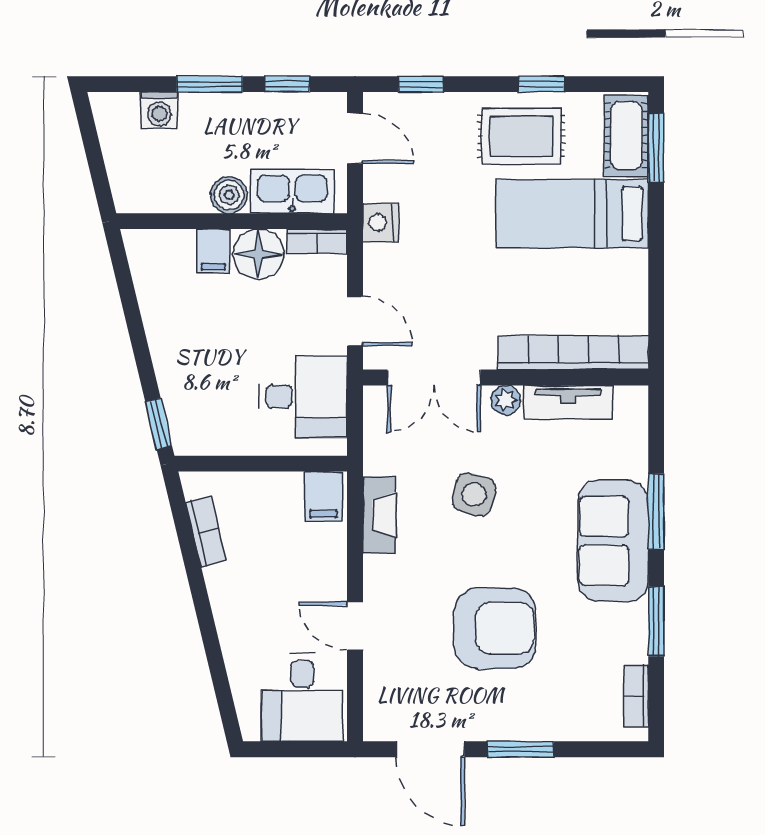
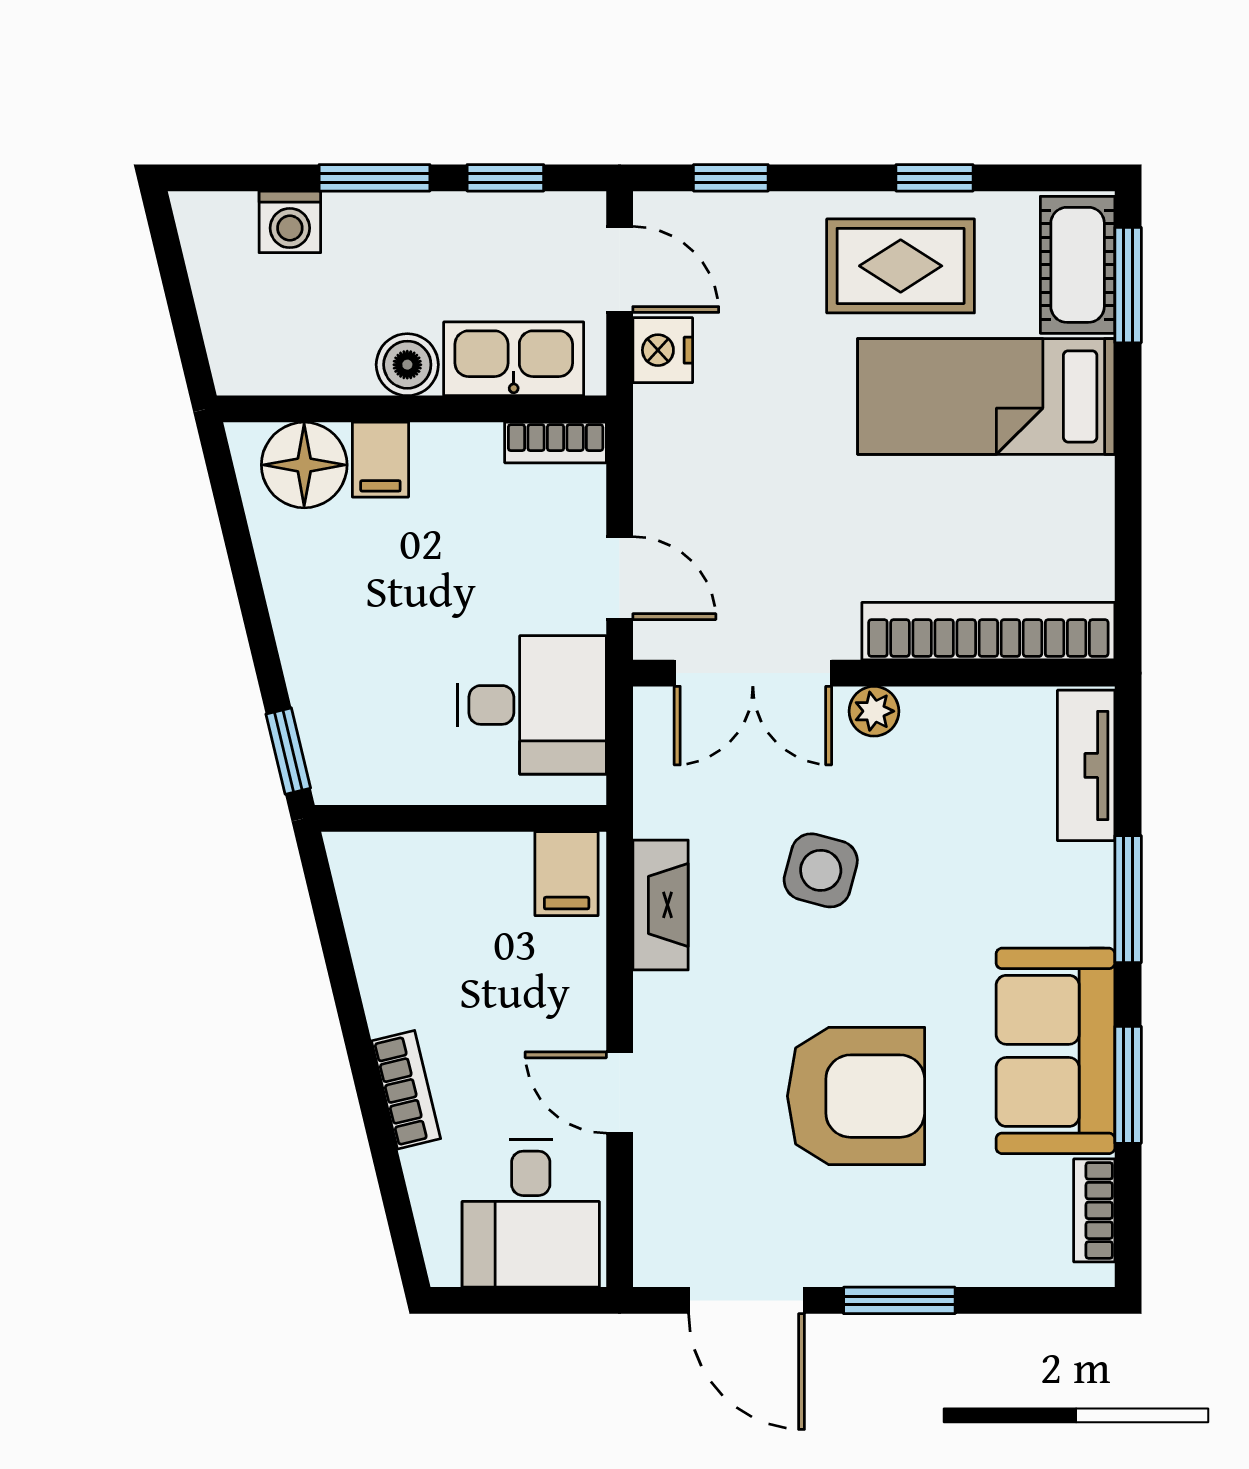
nightstand: (380, 222) -> (663, 350), moved
floor lamp: (258, 254) -> (304, 465), moved
tv unit: (568, 402) -> (1086, 765), moved, turned 90
bookcase: (206, 531) -> (406, 1090), moved
sofa: (613, 541) -> (1055, 1051), moved

